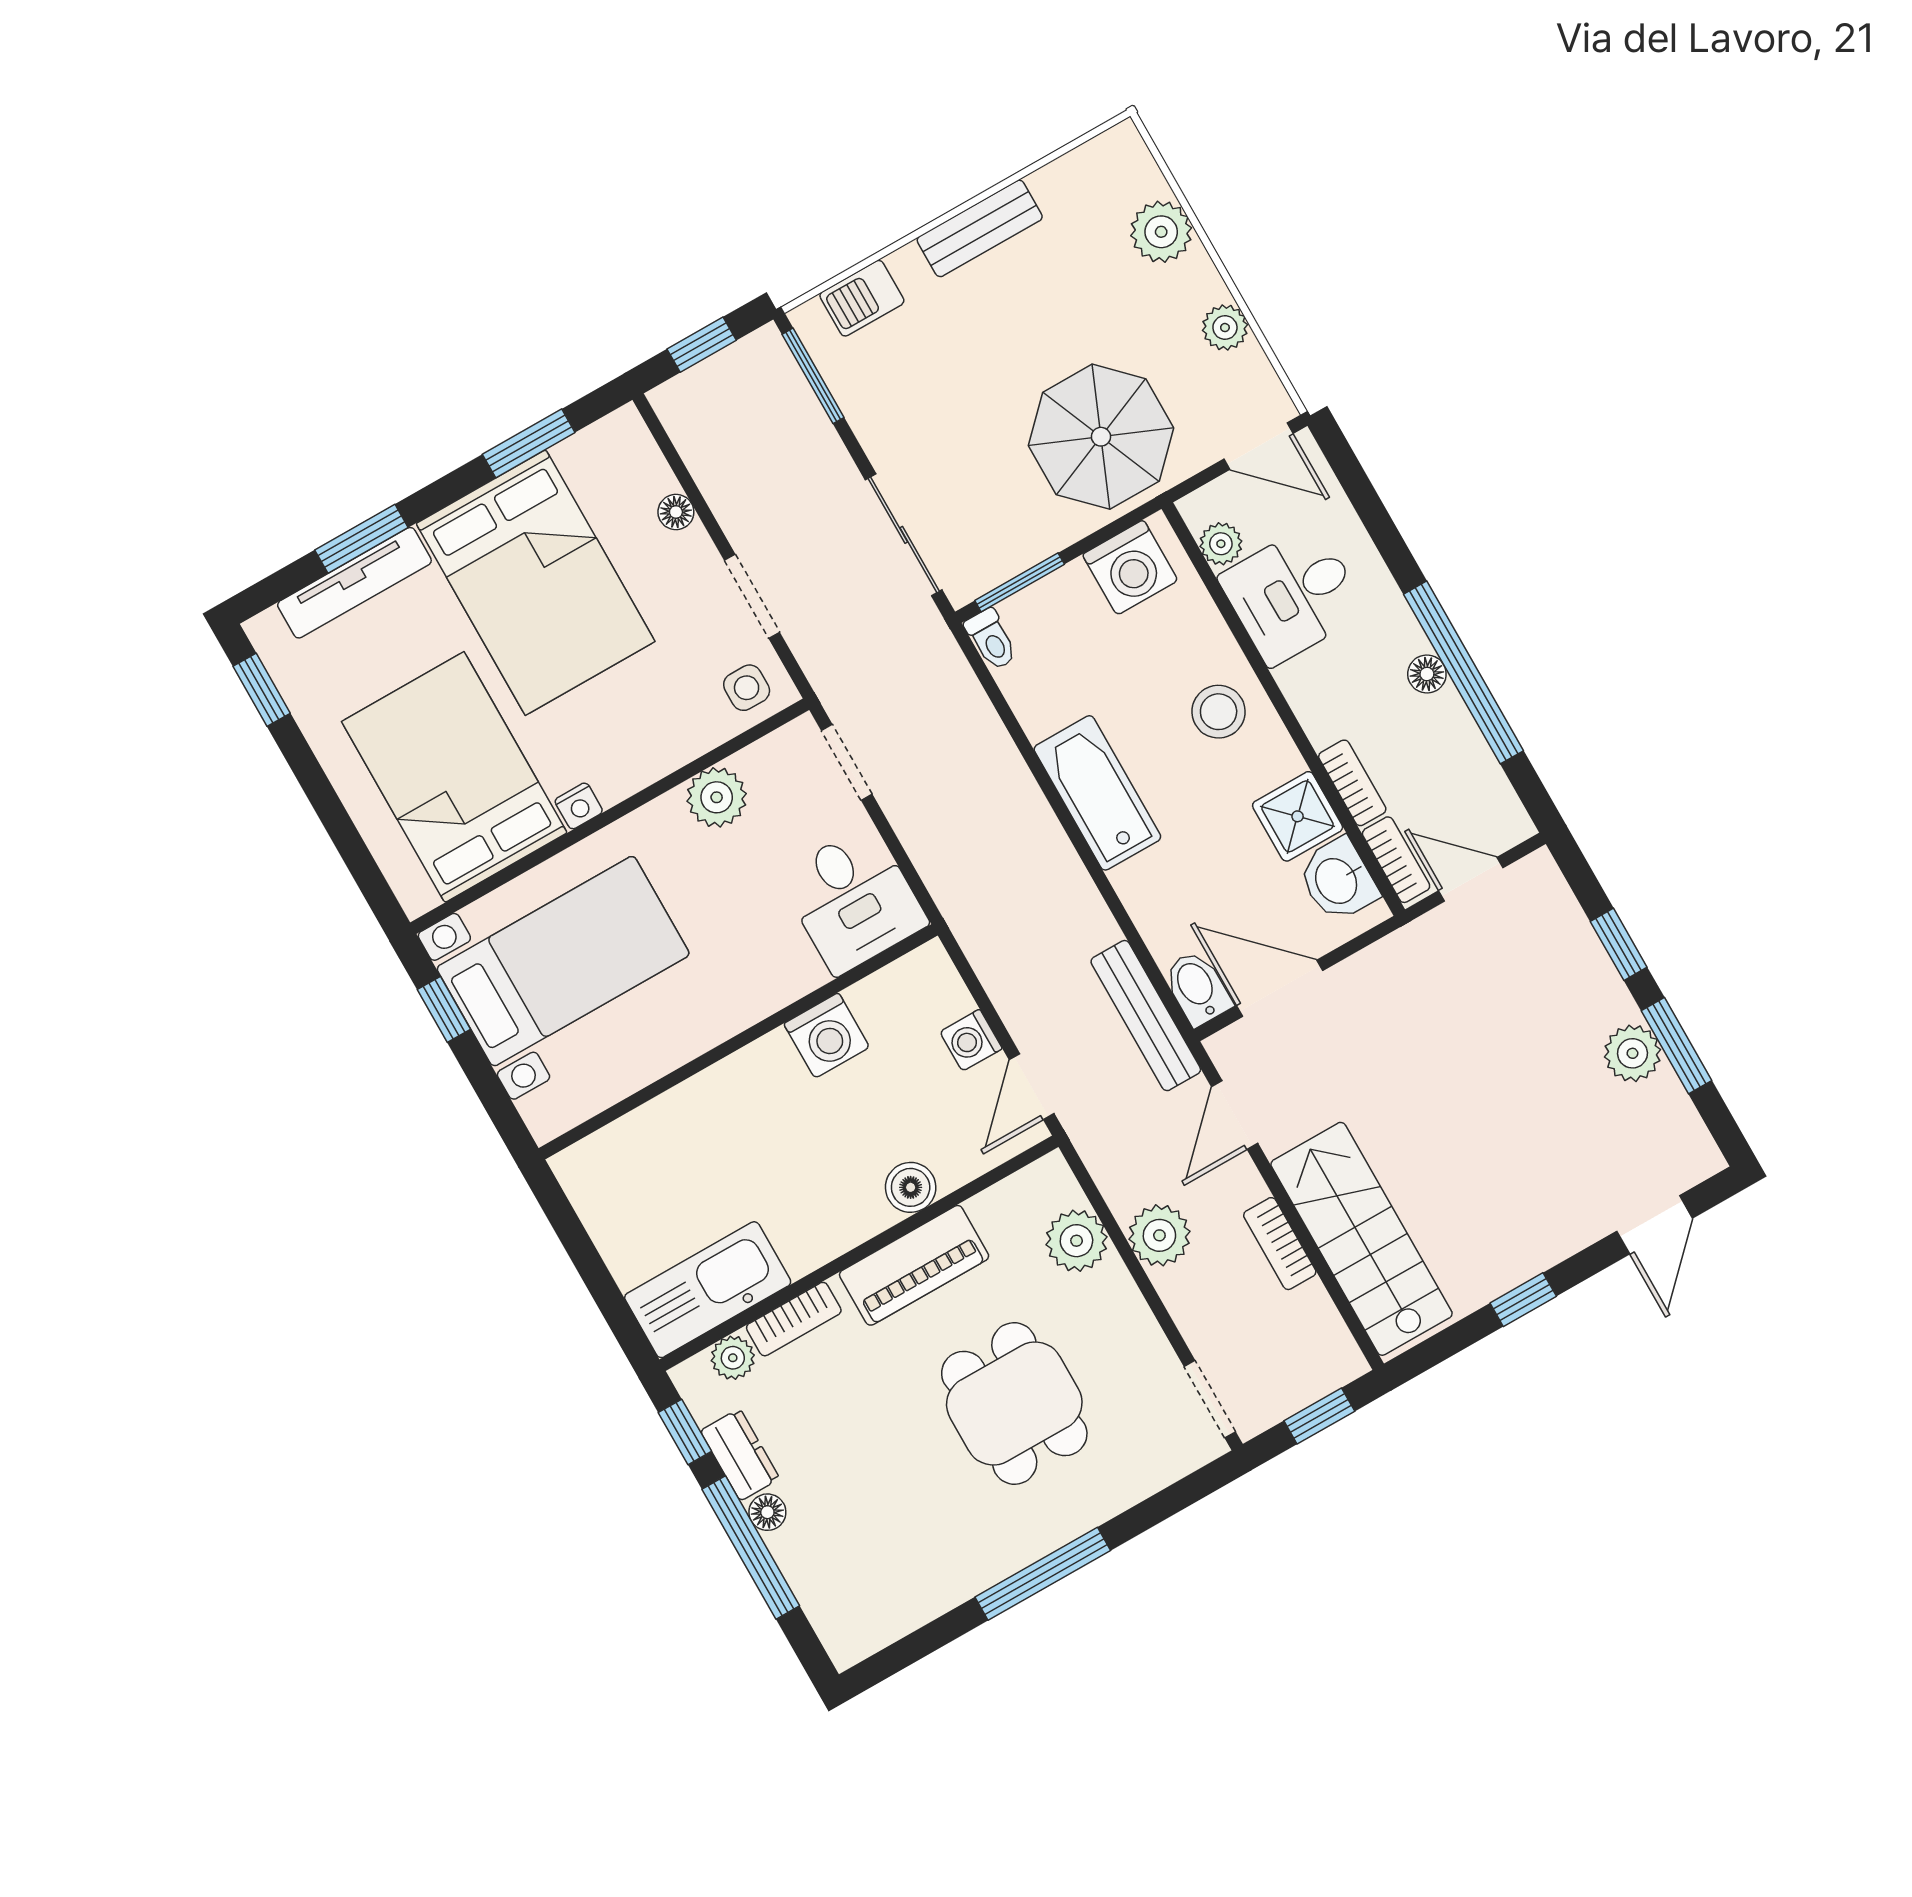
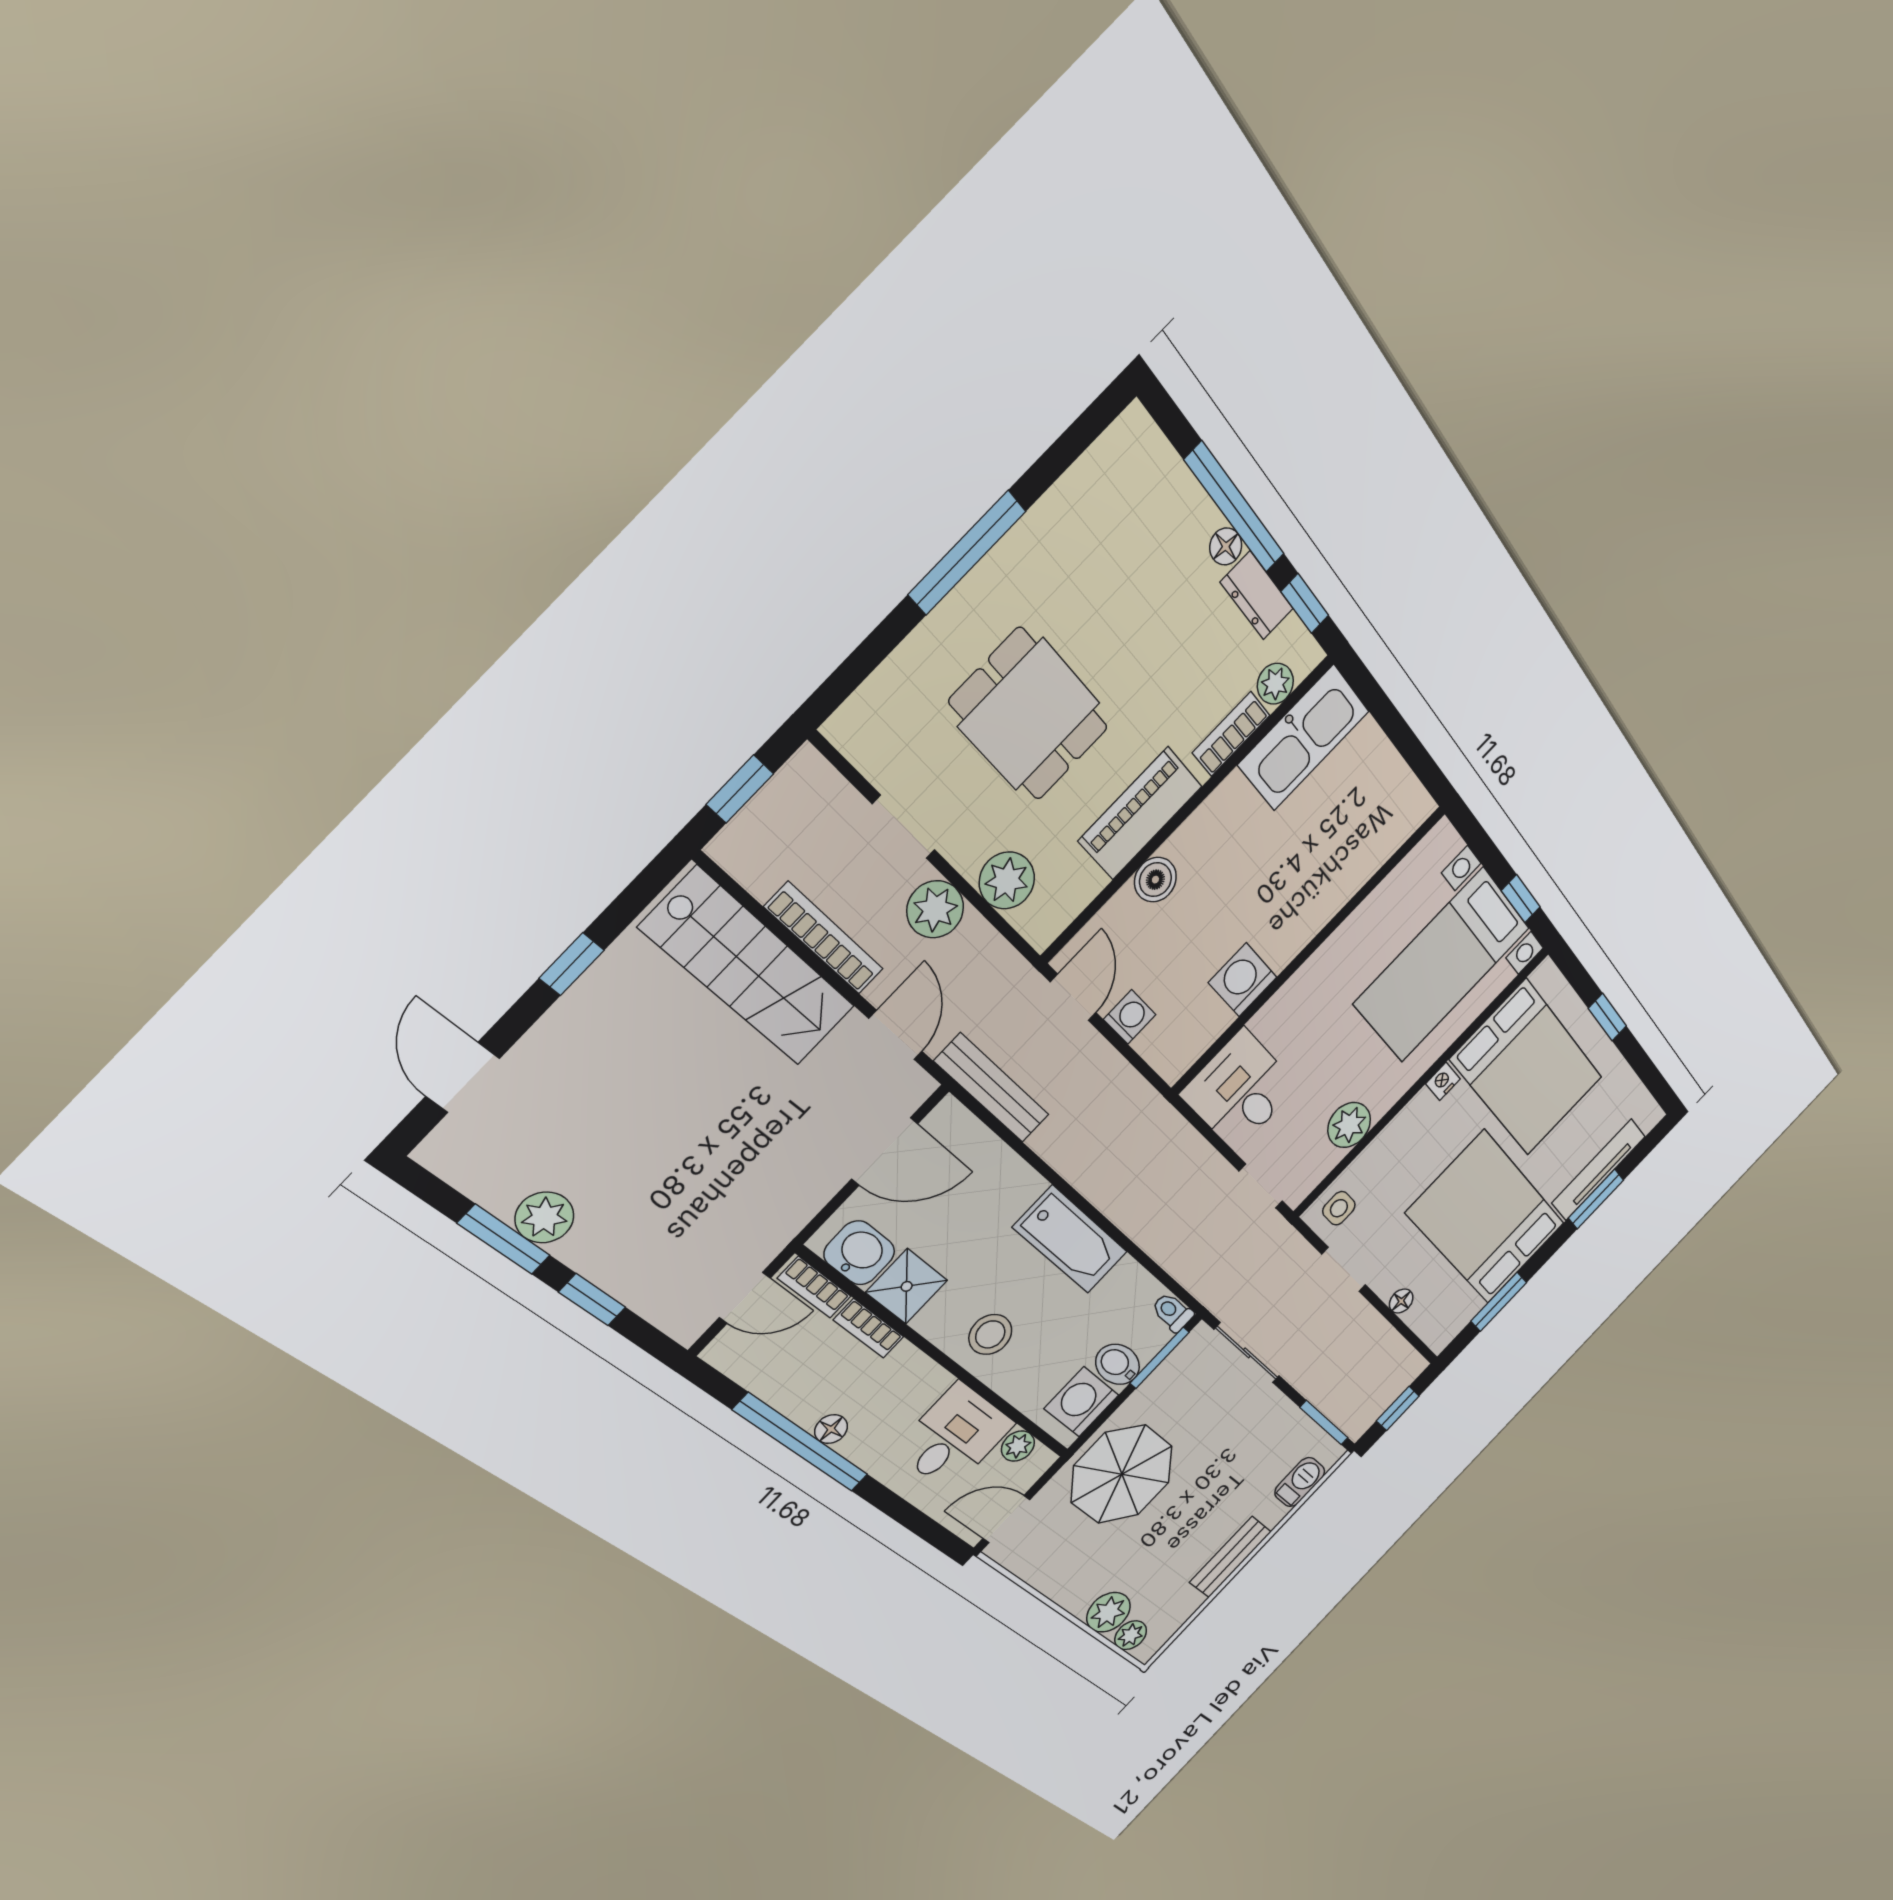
plant: (1225, 328) -> (1131, 1635), moved
window: (262, 690) -> (1607, 1017), moved
bidet: (1197, 988) -> (1118, 1364), moved, turned 180
bookcase: (1280, 1244) -> (824, 938), width x1.56
doorway: (1210, 1399) -> (904, 827), moved

